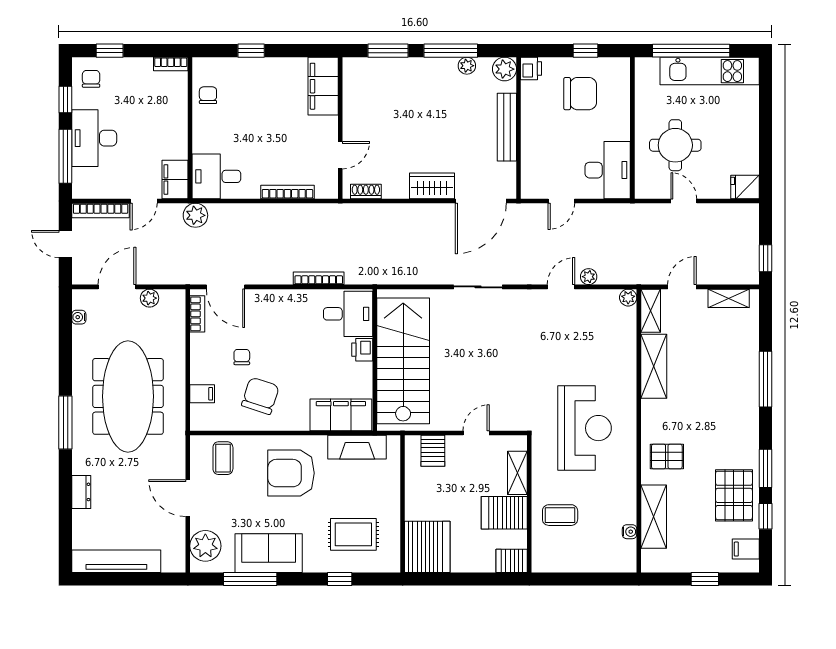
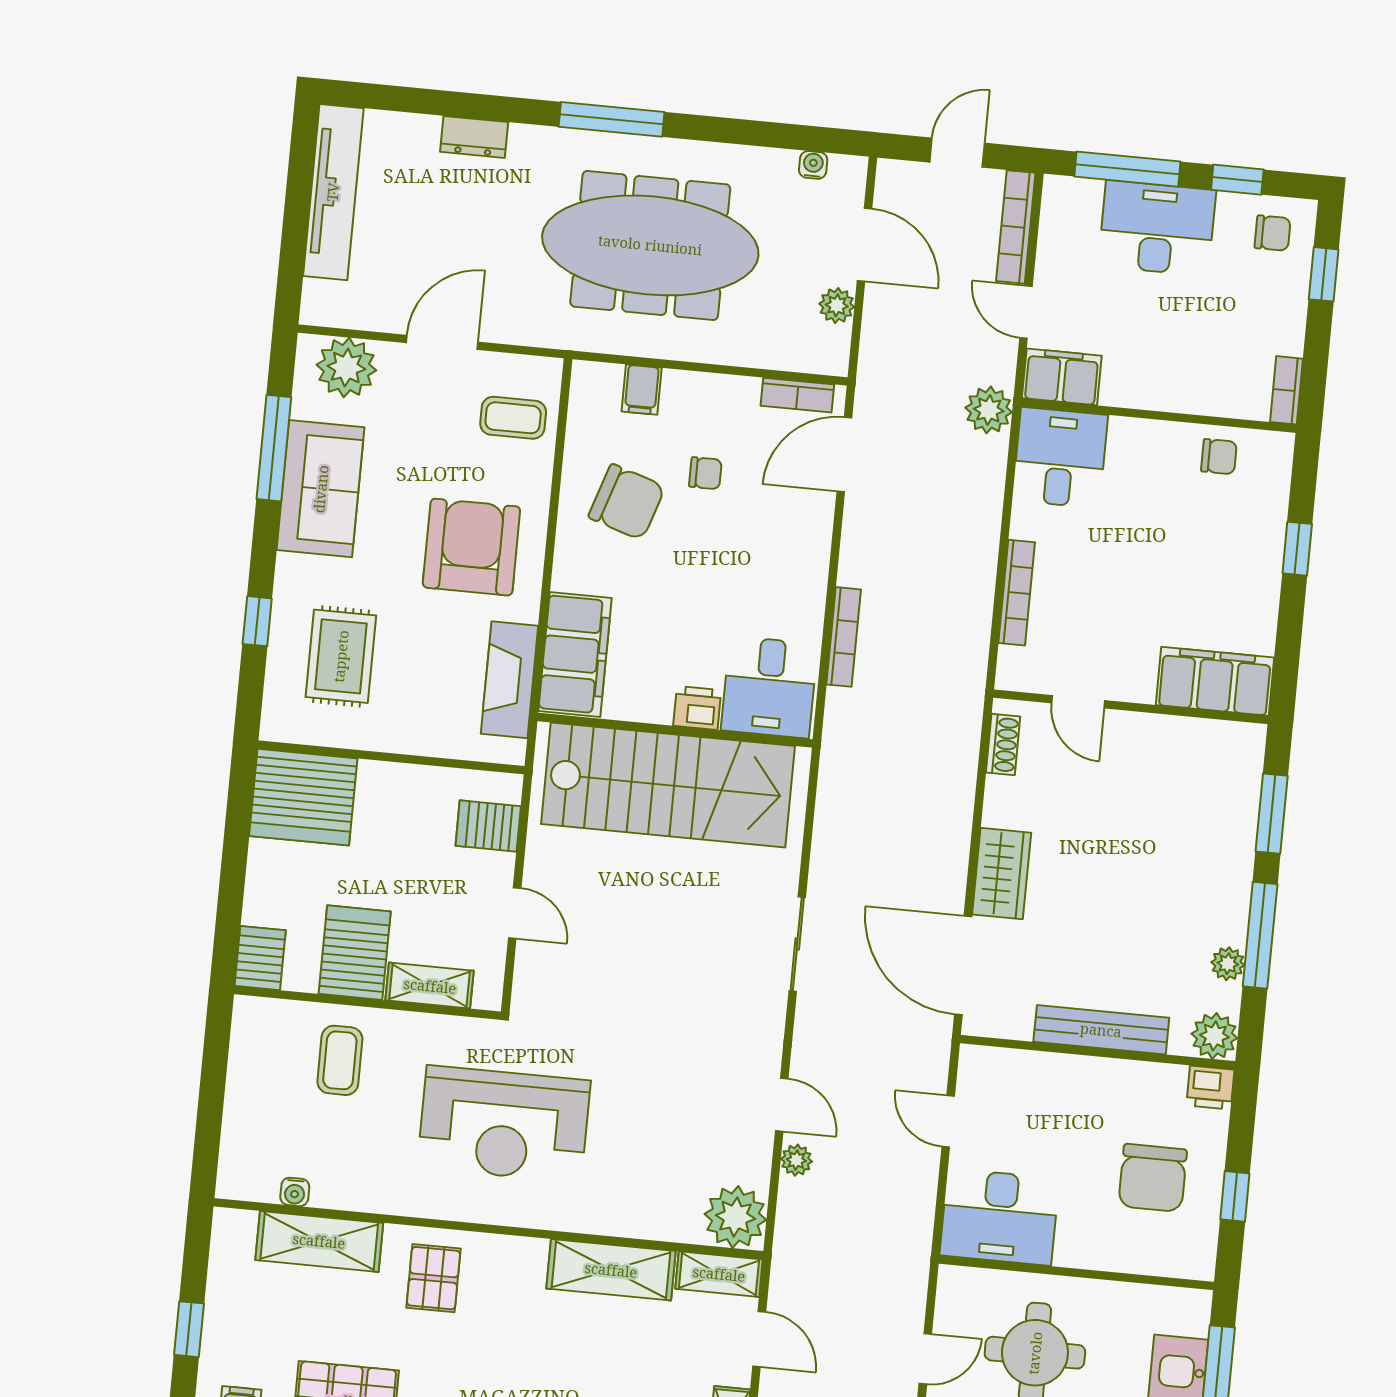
plant: (628, 298) -> (735, 1217), width x1.88, depth x1.88

